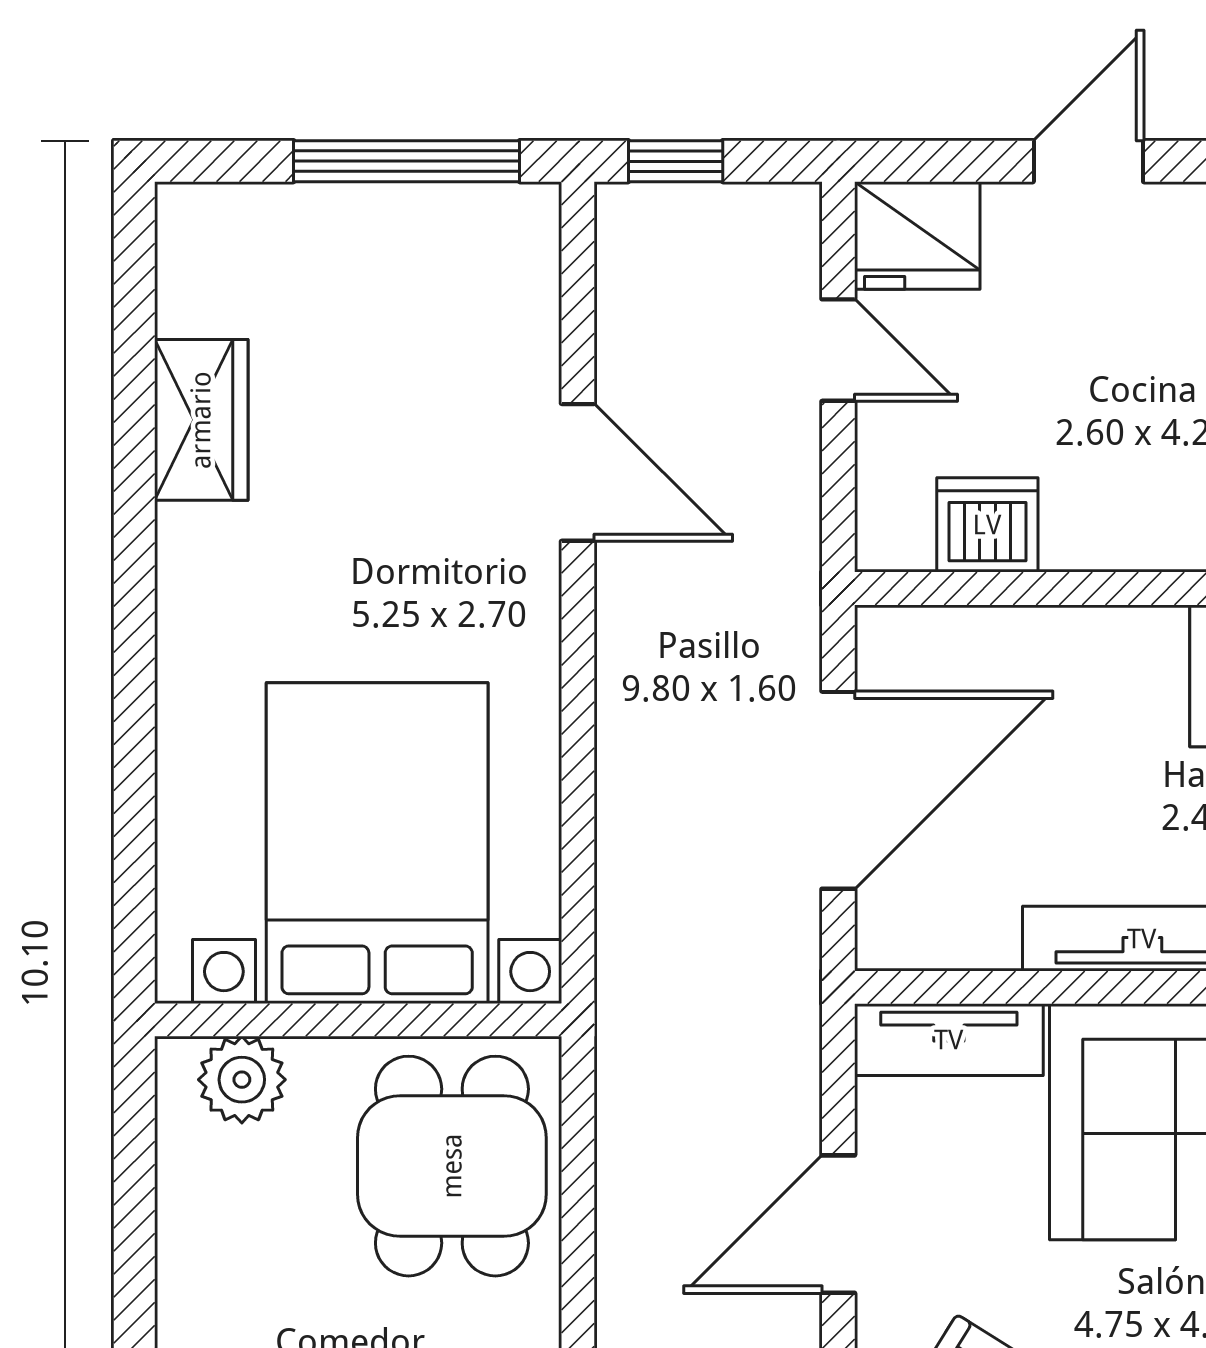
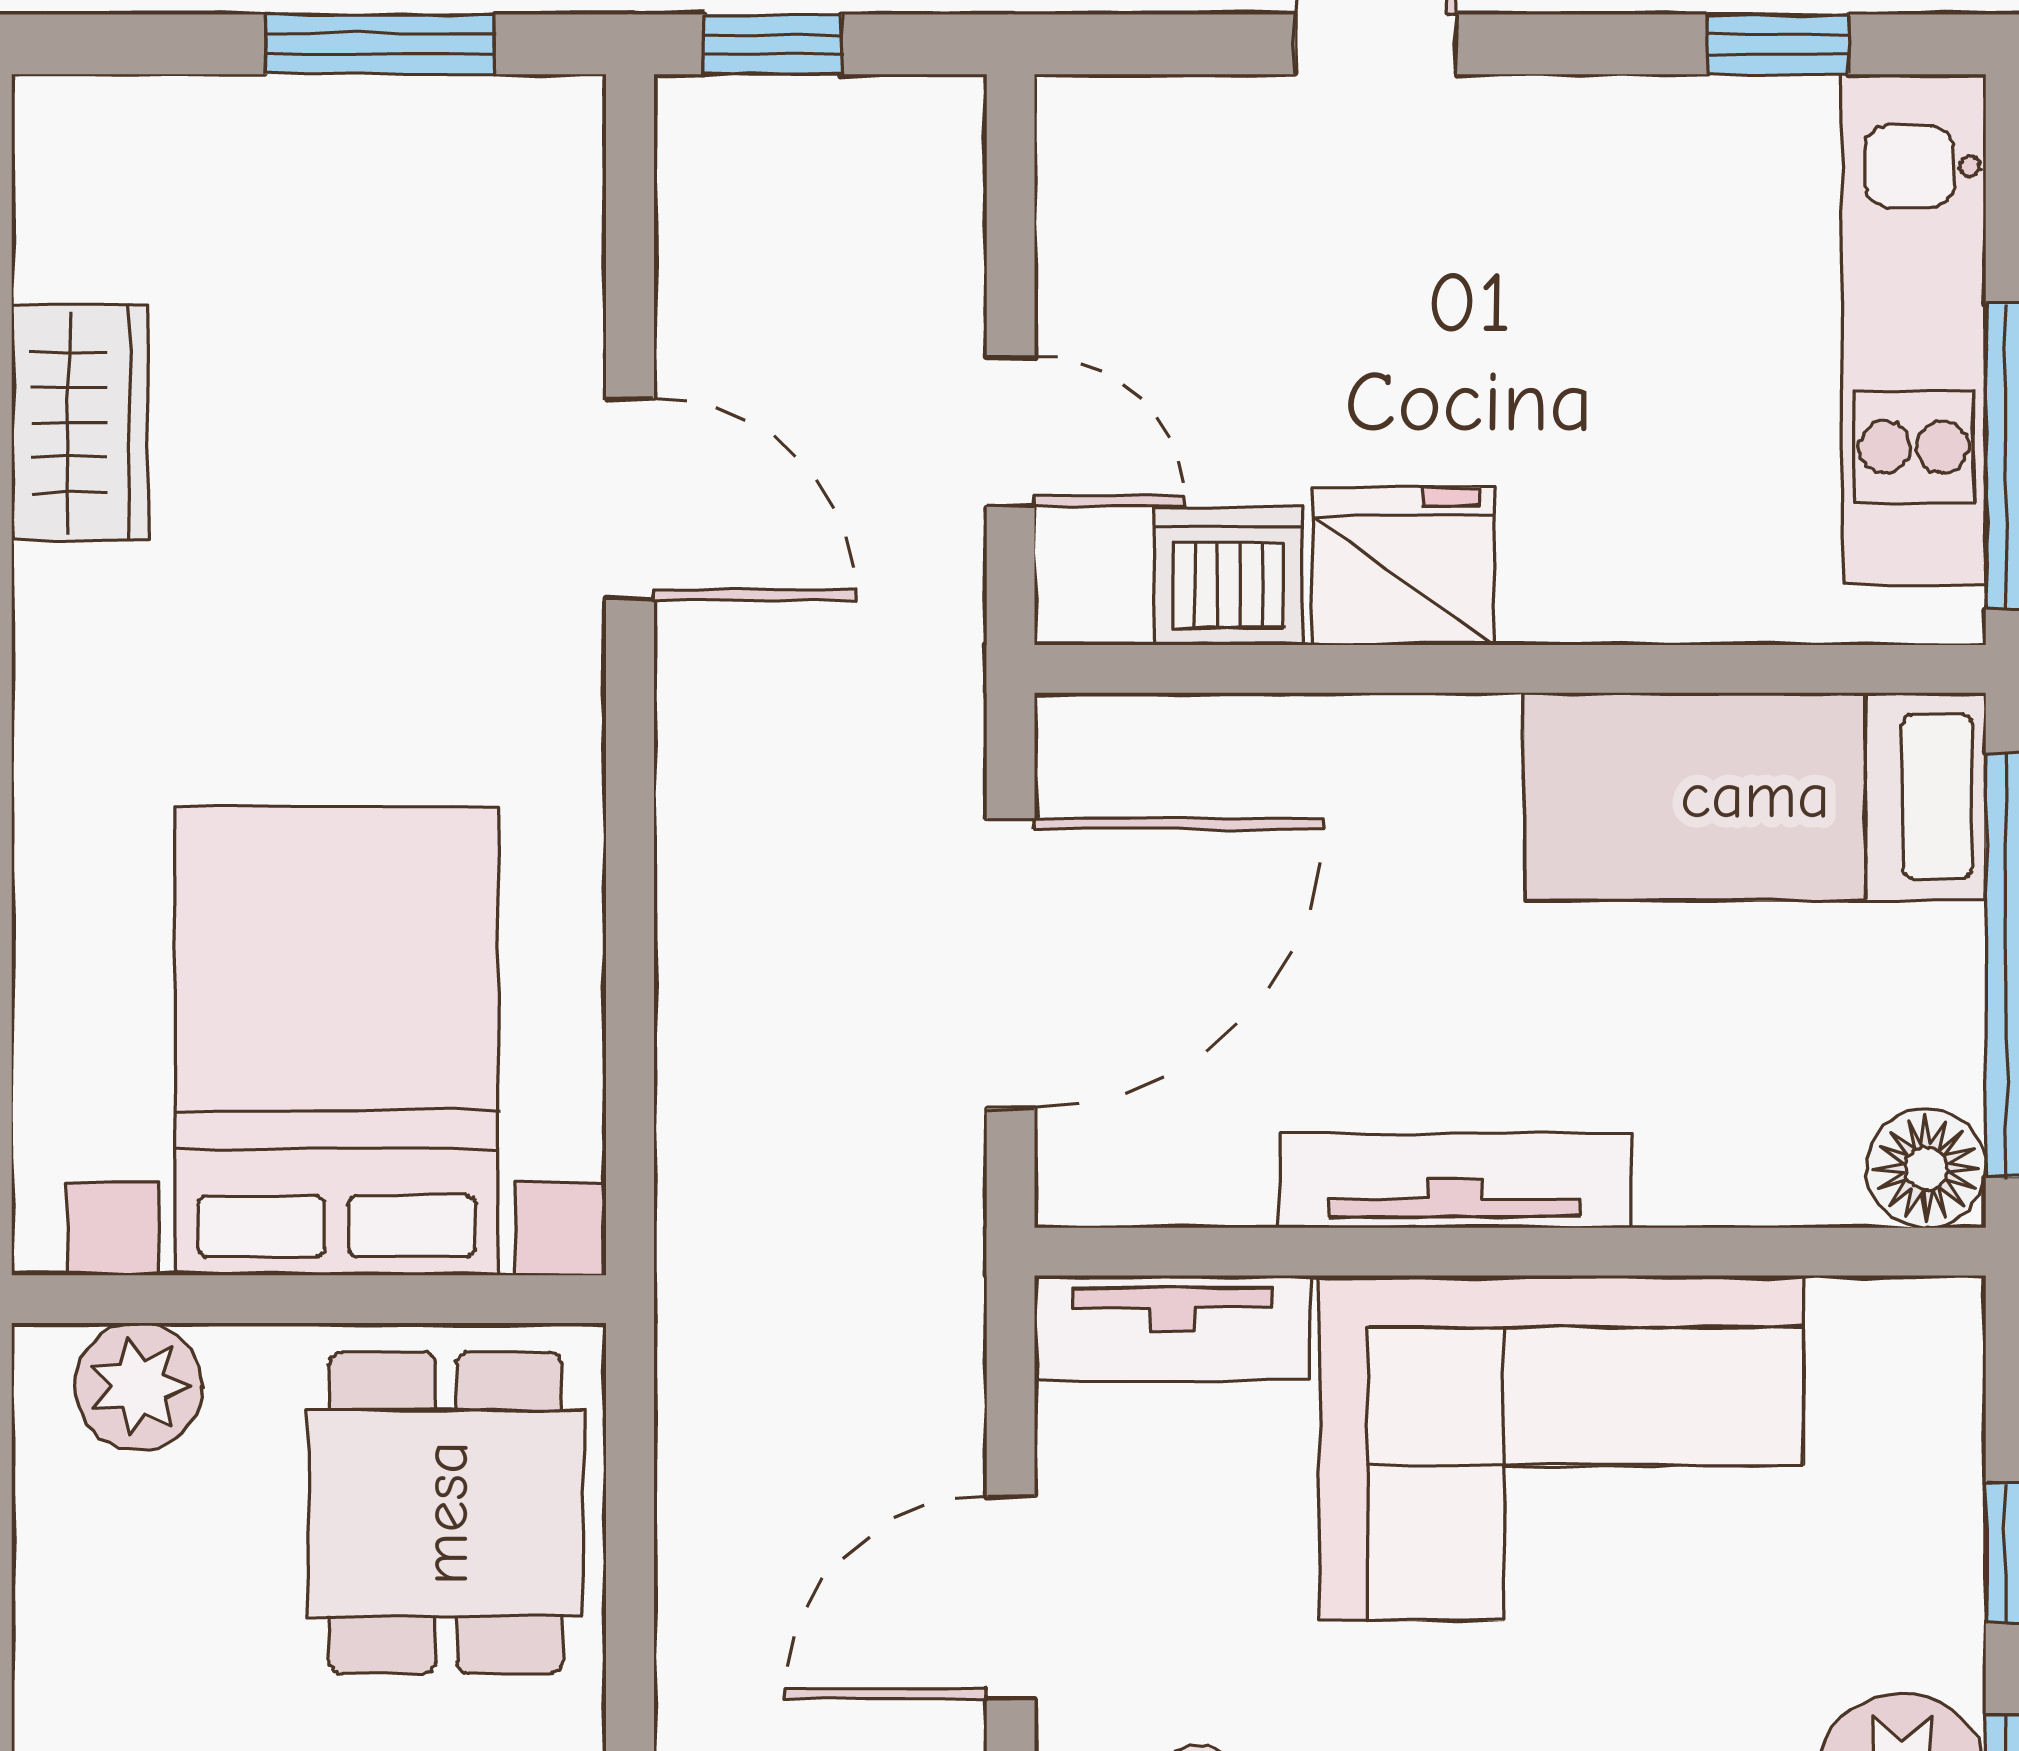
window: (407, 161) -> (380, 44), width x0.69
fridge: (917, 235) -> (1403, 566), moved, turned 180
door: (838, 350) -> (1011, 431), moved

